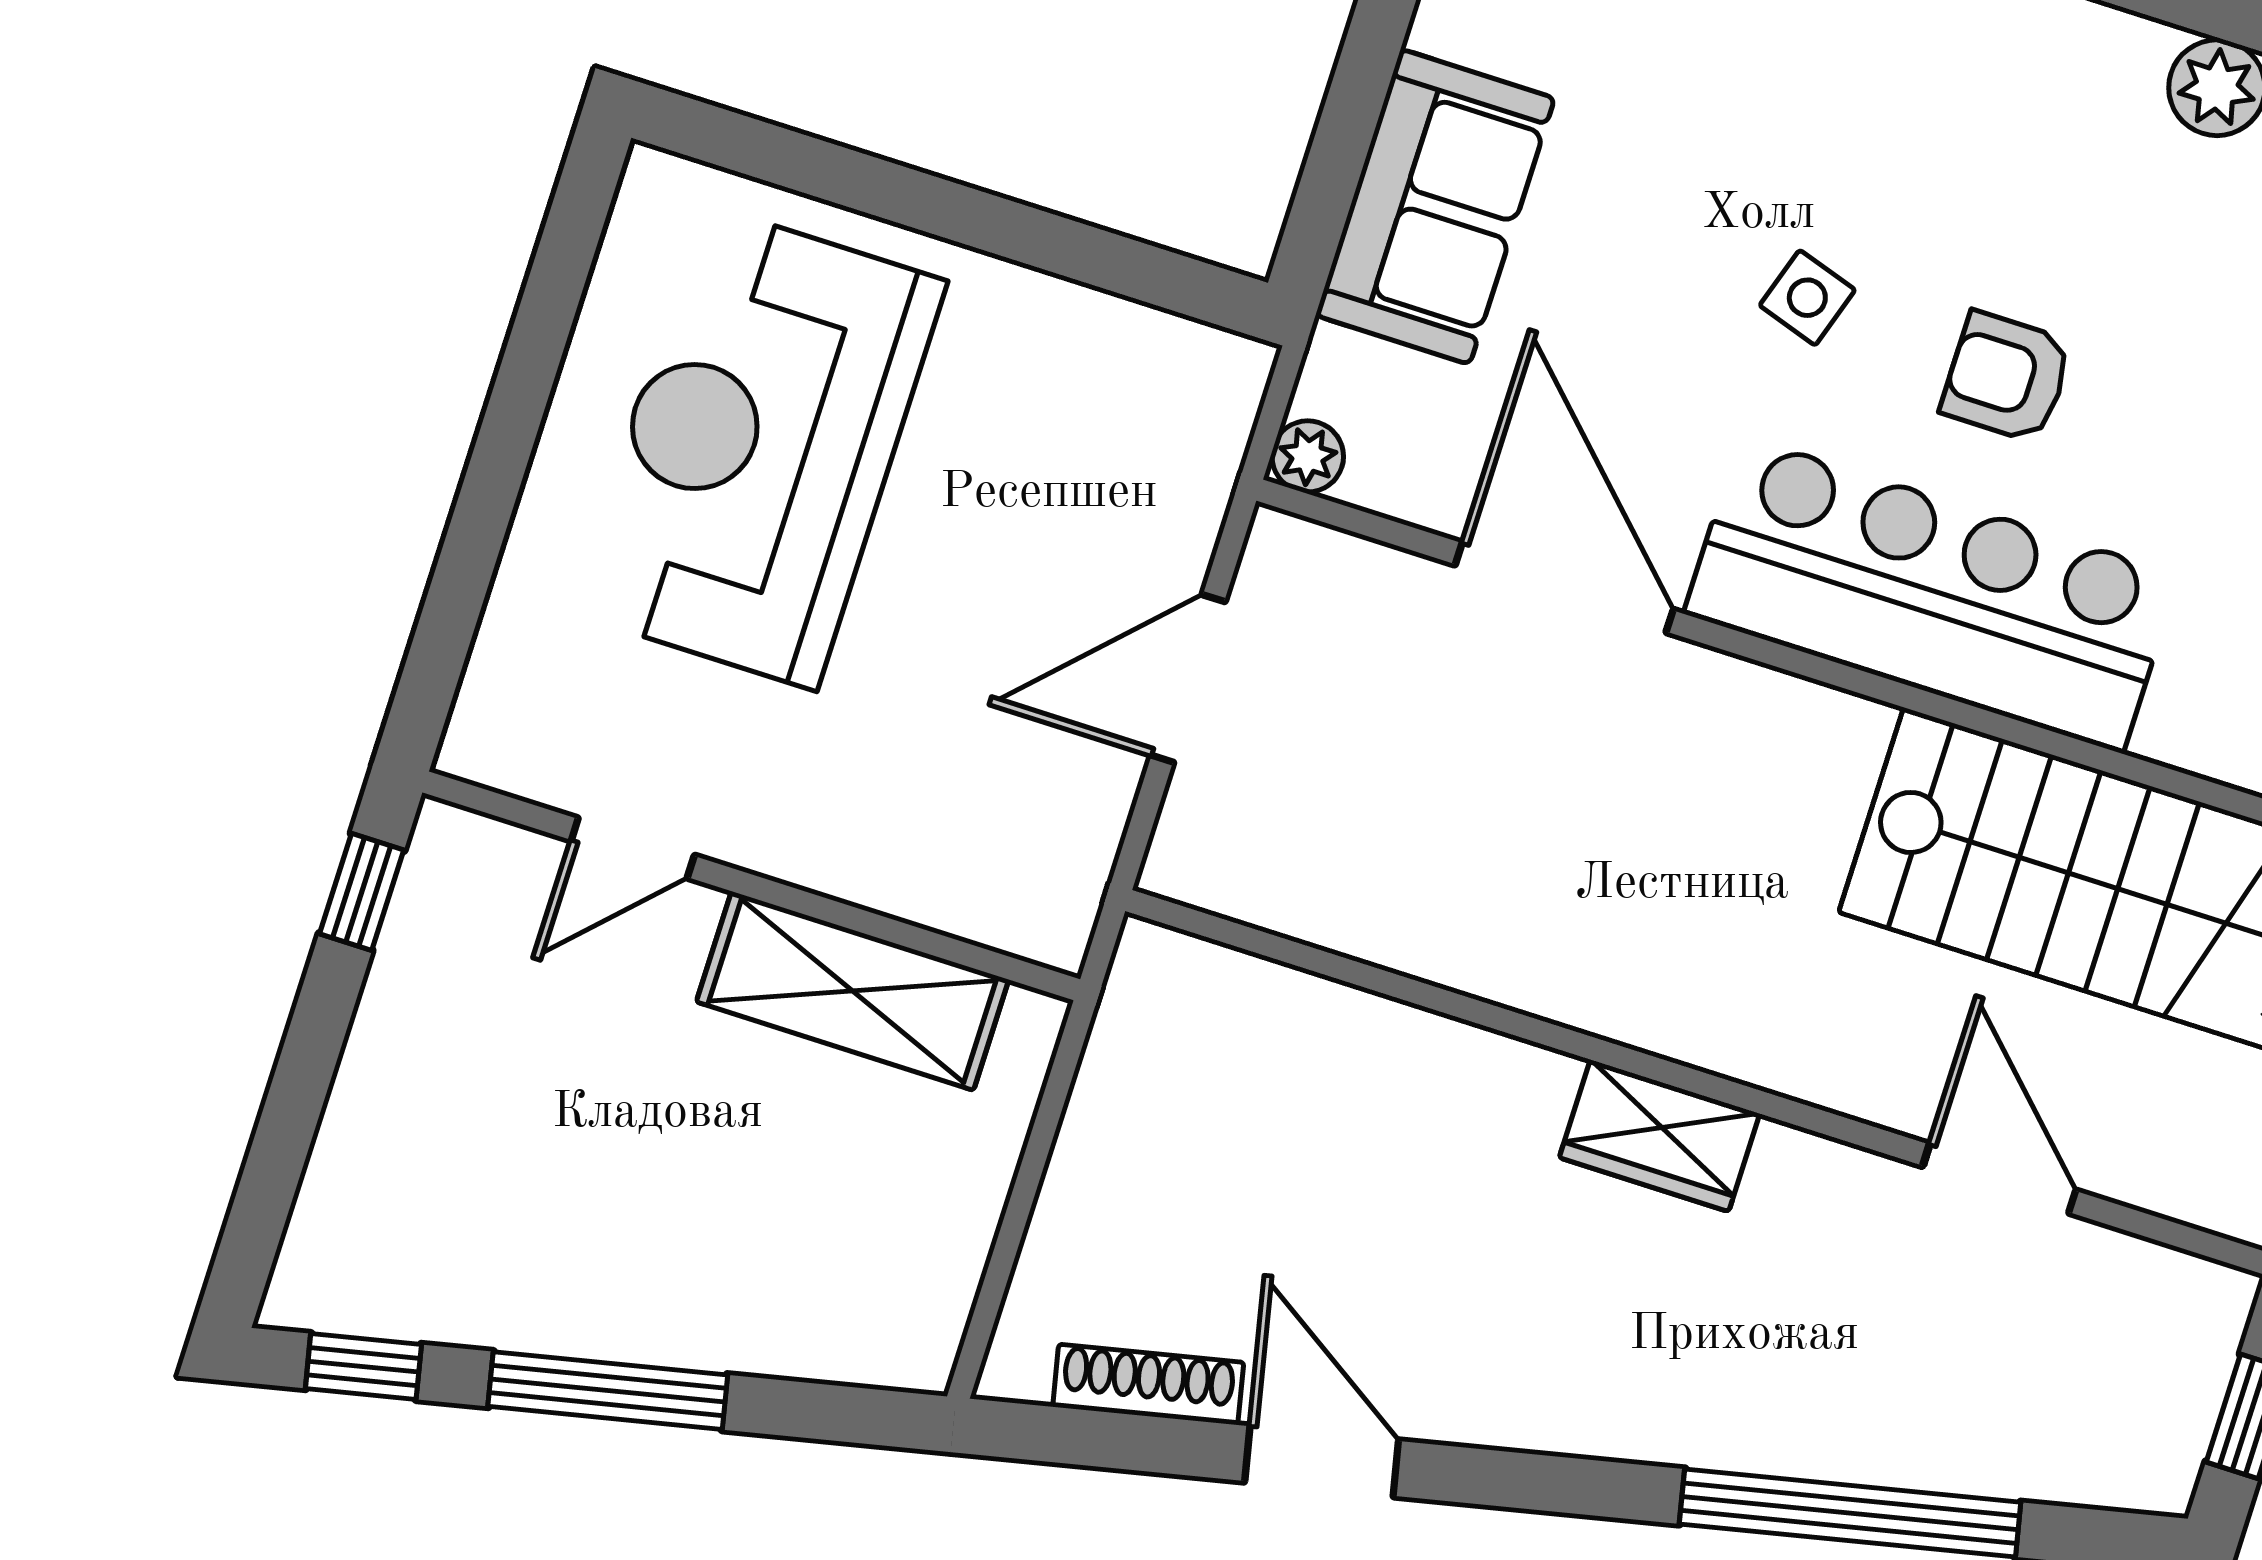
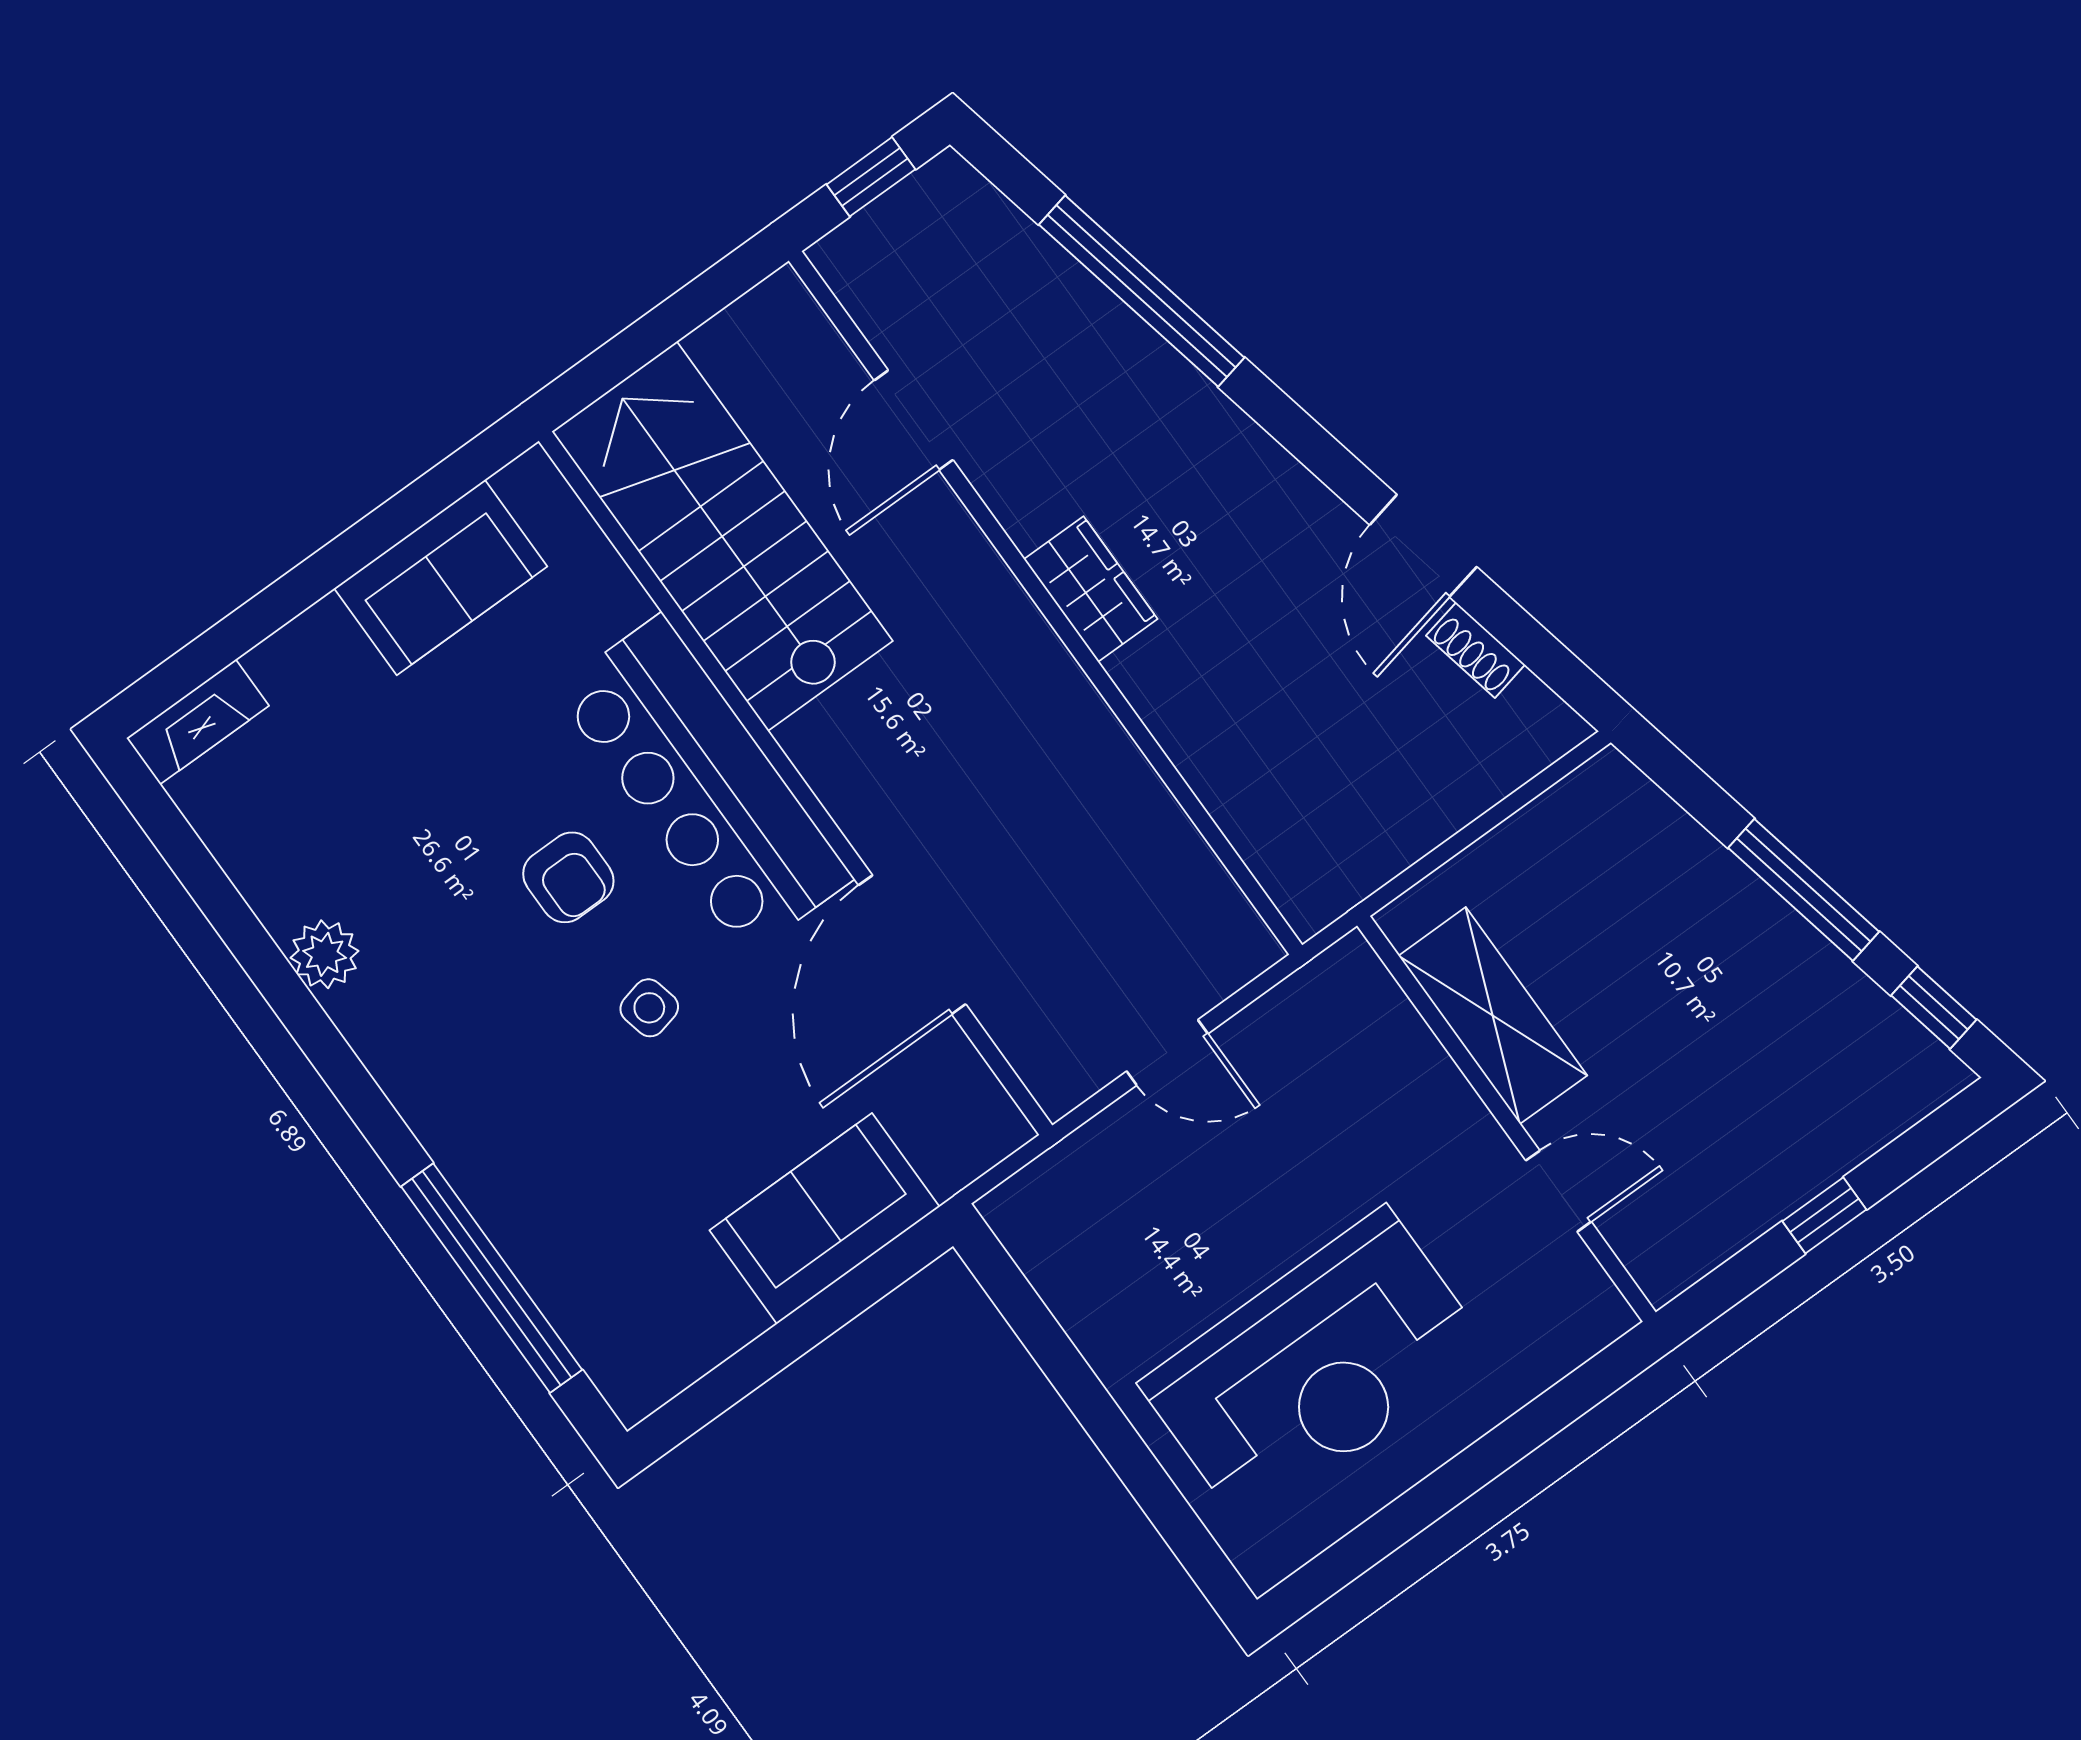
side table: (1807, 298) -> (649, 1008), turned -31
plant: (1308, 456) -> (1004, 1129), removed
door: (1188, 678) -> (1167, 1052), width x0.73
window: (362, 892) -> (1824, 1215), moved
shoe rack: (1148, 1385) -> (1476, 650), width x0.70

